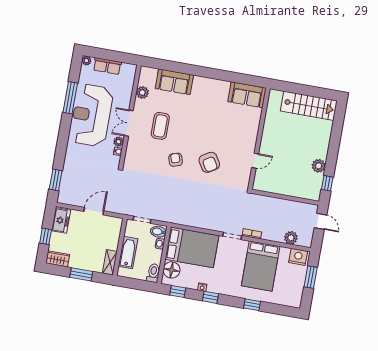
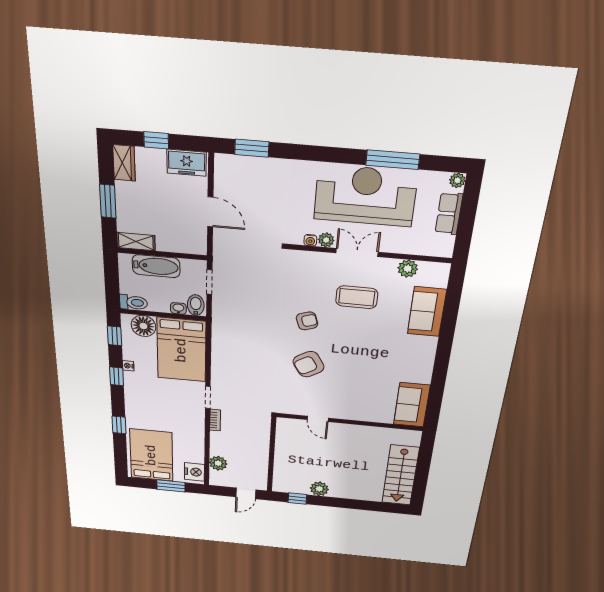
bed: (261, 266) -> (151, 455), moved, turned 90

